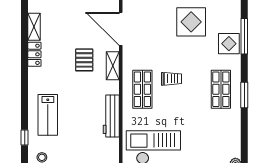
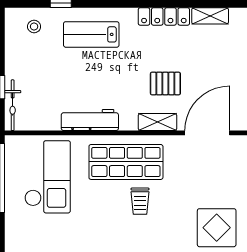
locker: (34, 54) -> (164, 16), width x1.53
shop shelf: (142, 89) -> (126, 162), width x1.43, depth x1.36

